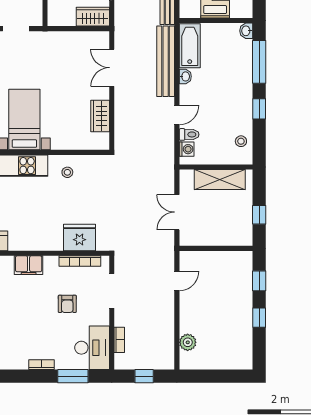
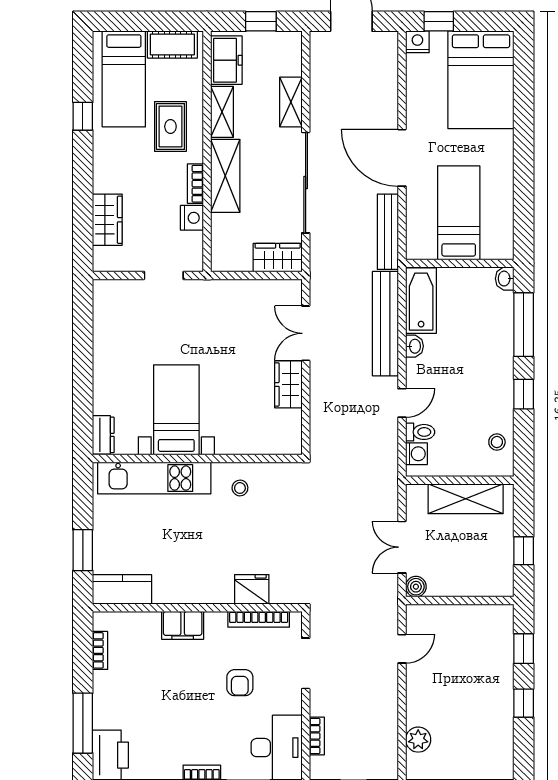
wardrobe: (100, 116) -> (288, 384), moved
fridge: (80, 237) -> (252, 589), width x0.73, depth x0.75
boiler: (186, 239) -> (416, 587), added

